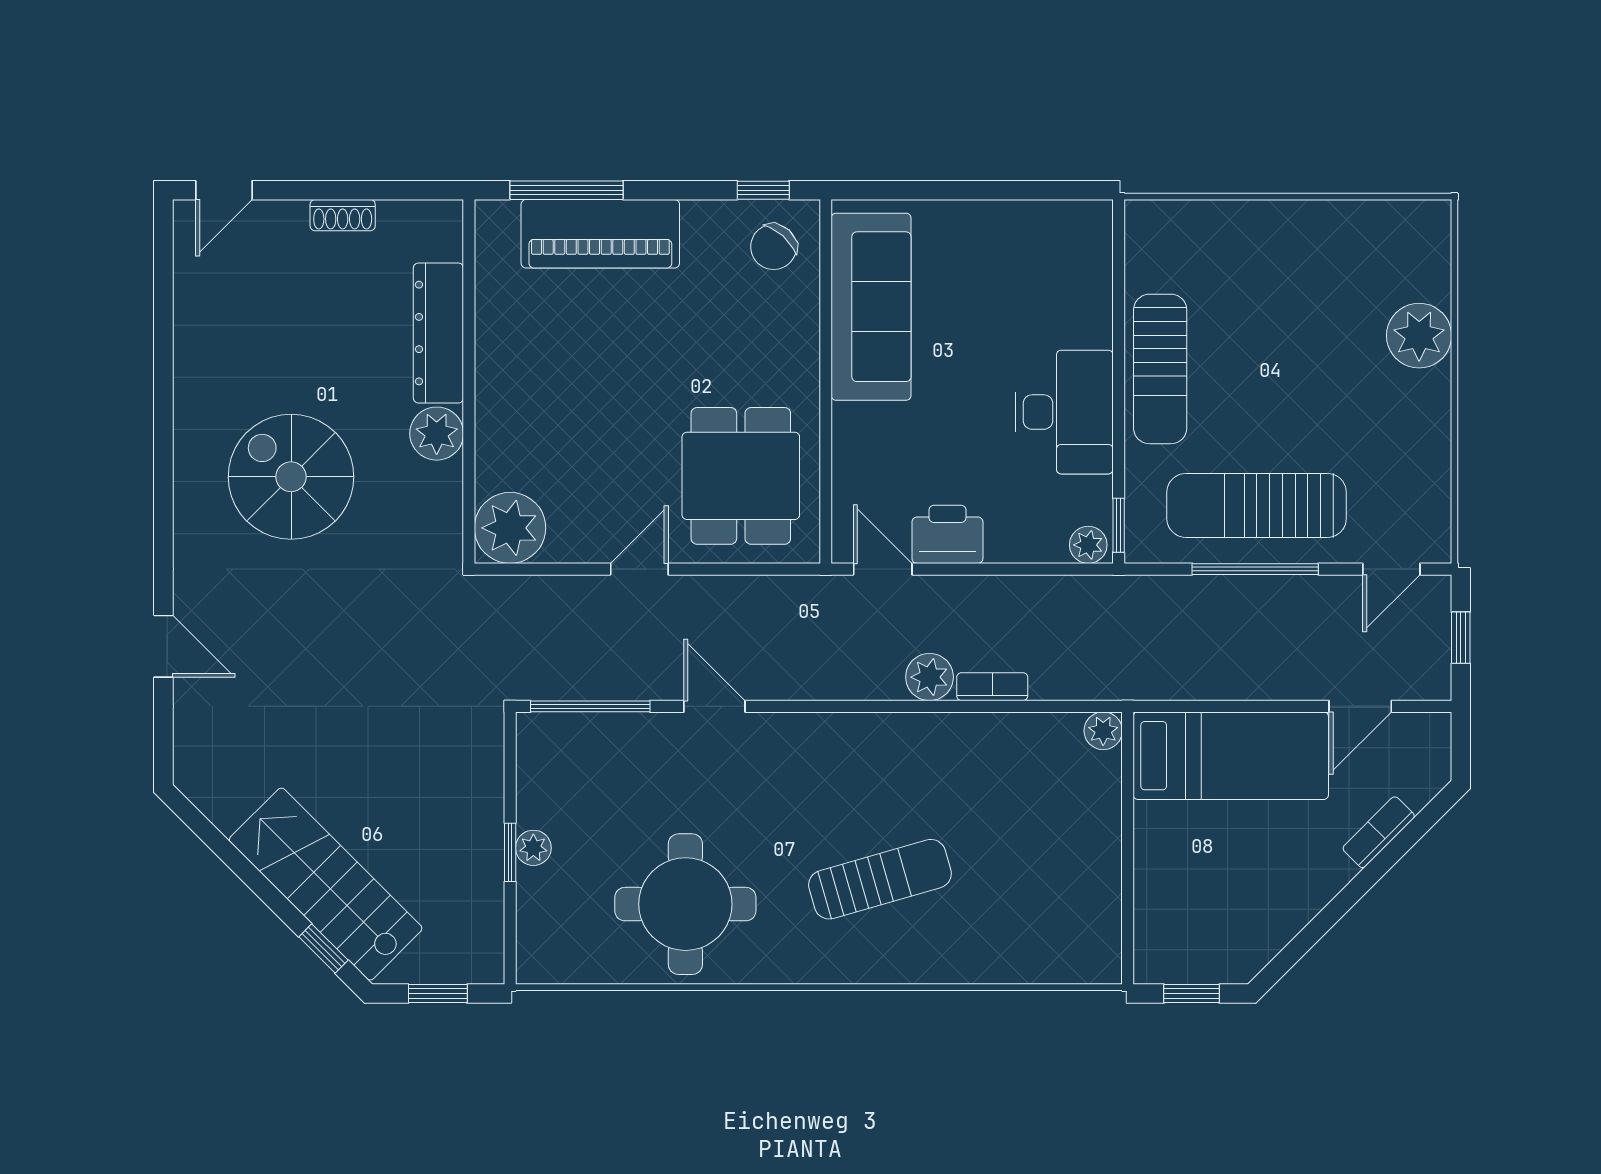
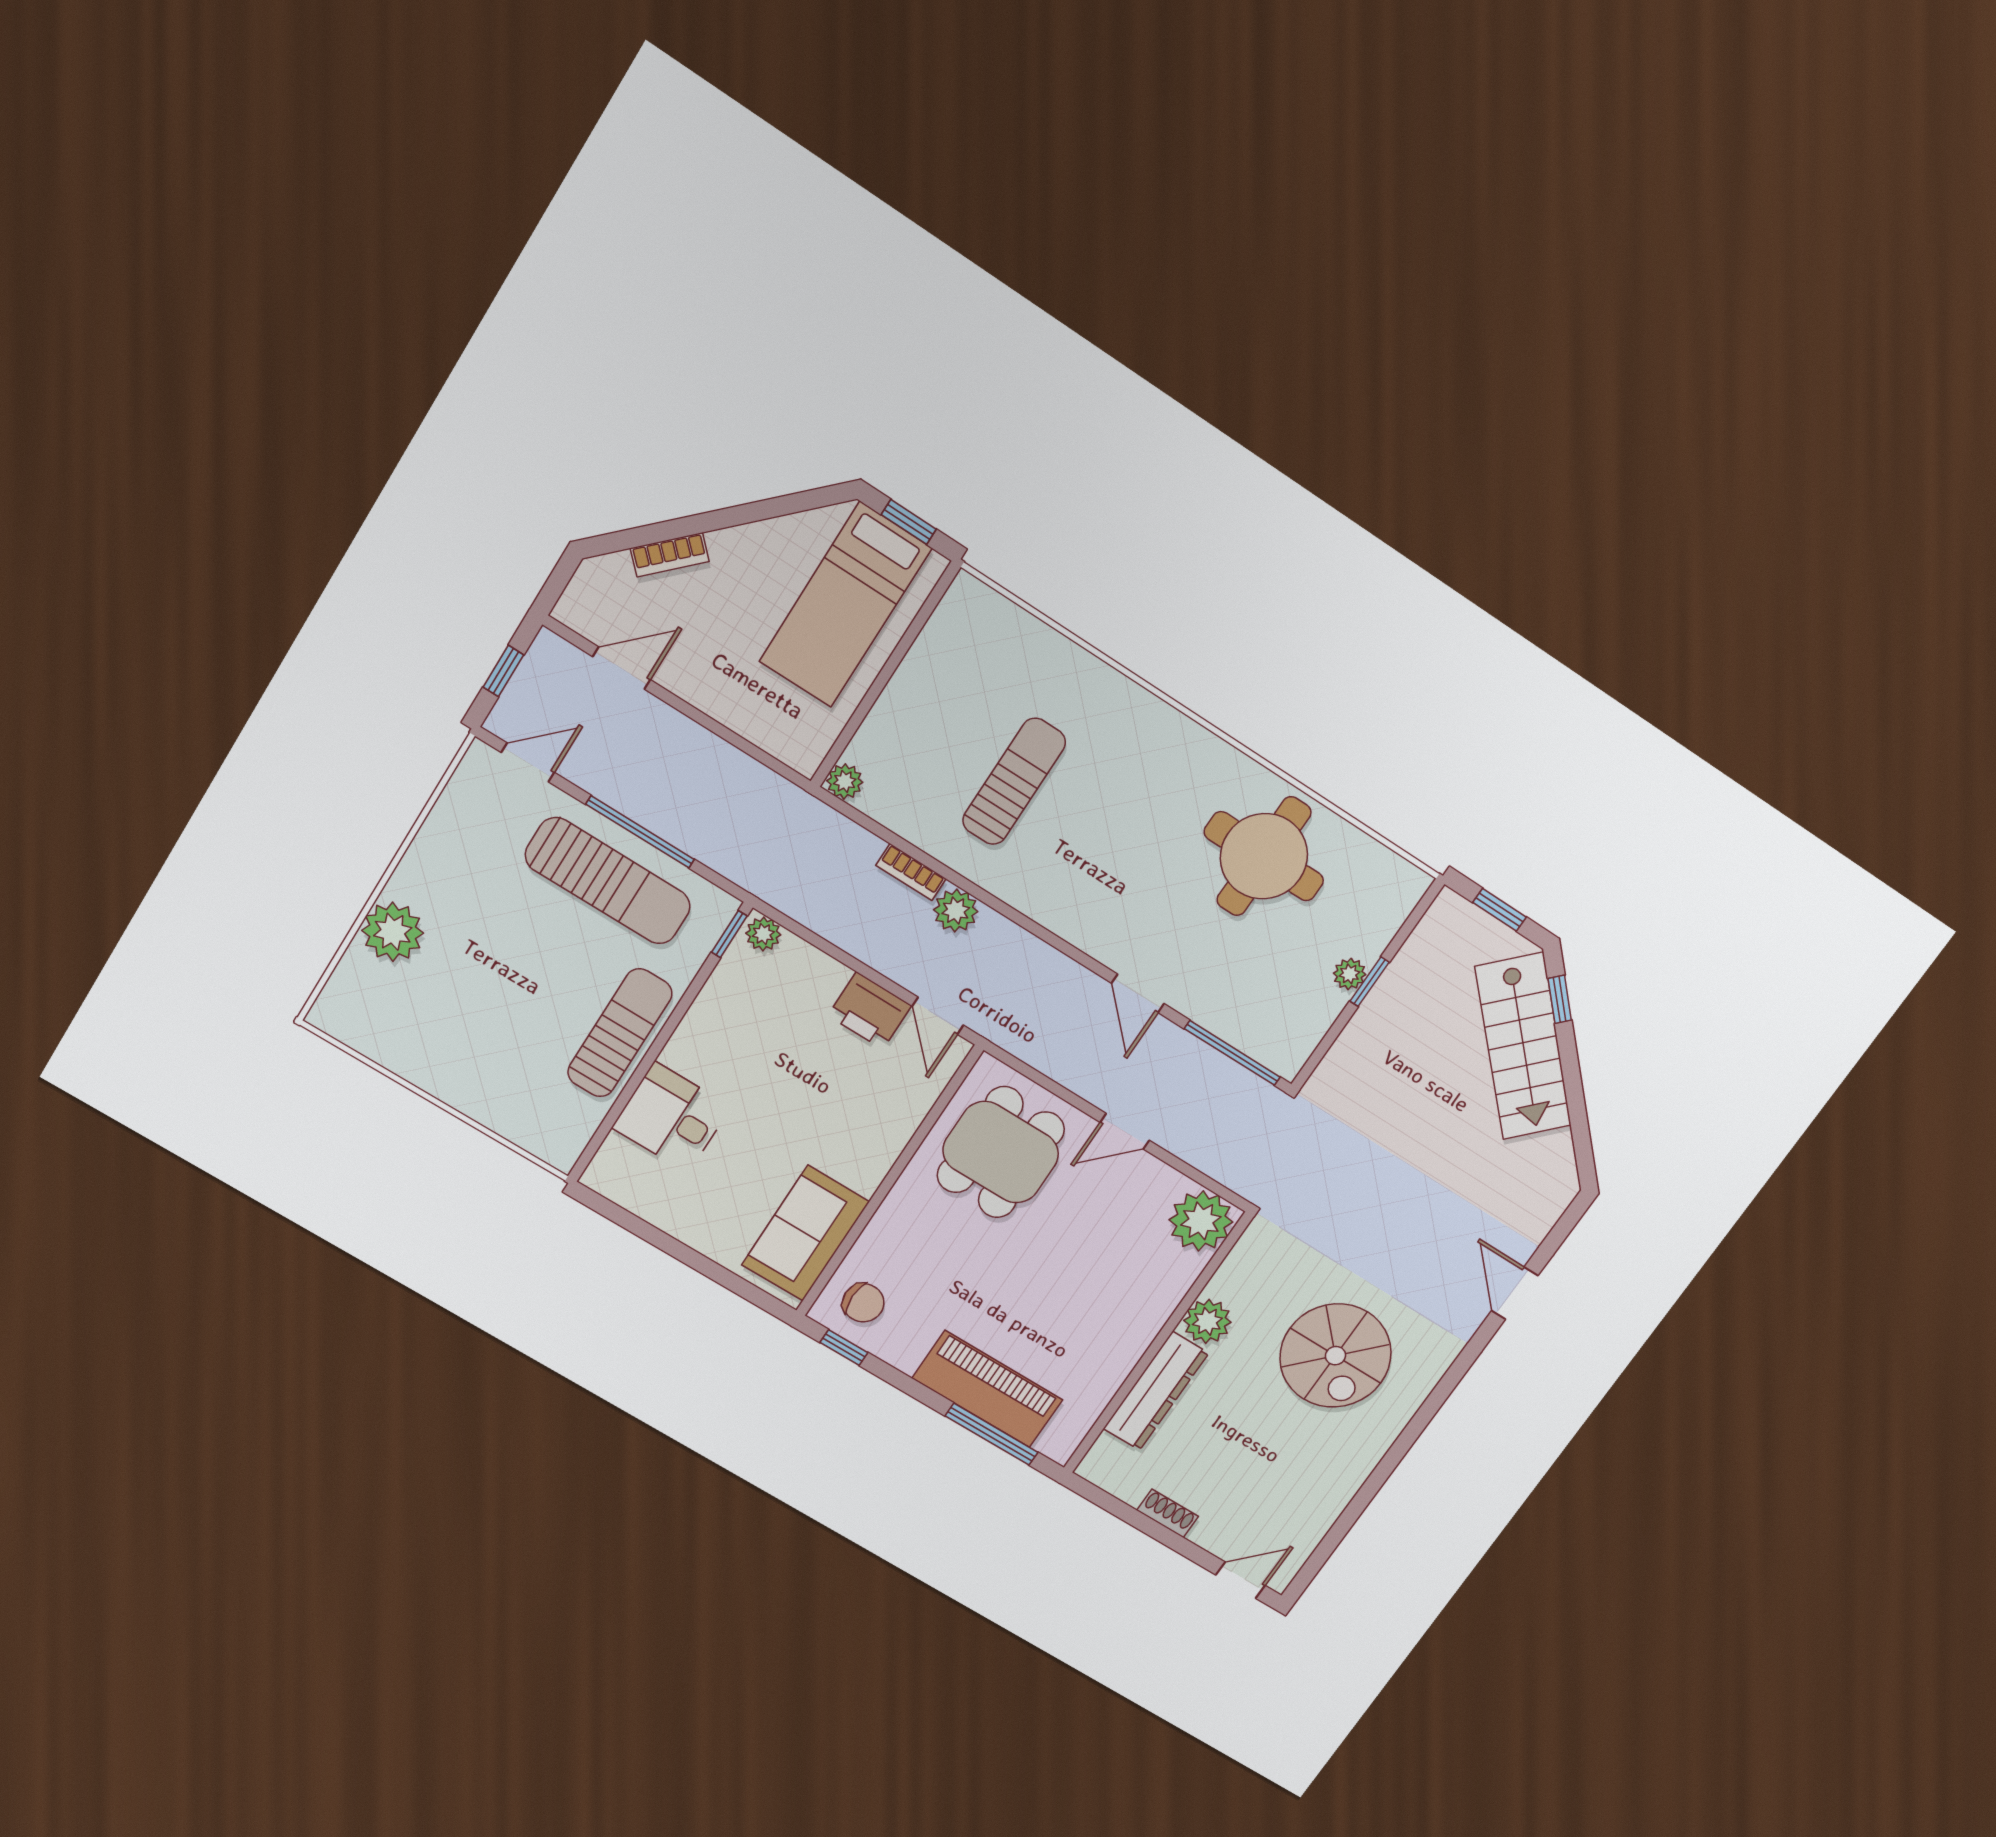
chair: (774, 247) -> (863, 1303), turned 48
sofa: (871, 307) -> (805, 1233), width x0.73
desk: (1064, 412) -> (671, 1117), moved, width x0.73
bed: (1231, 756) -> (845, 605), moved, turned -90
sun lounger: (880, 879) -> (1014, 781), moved, turned 106

